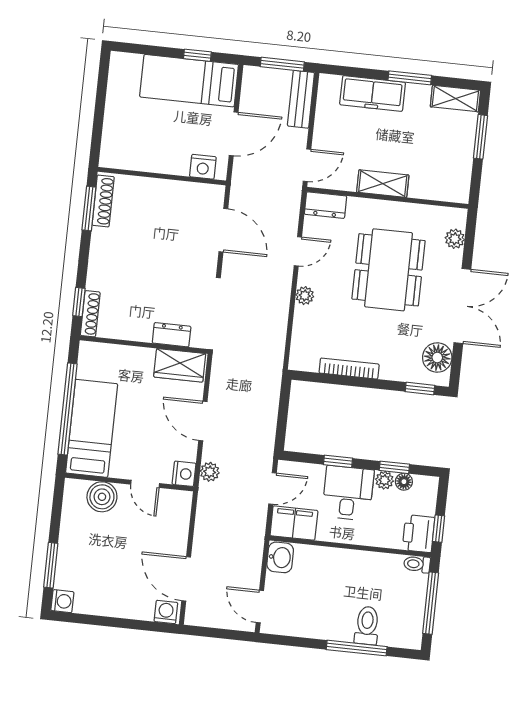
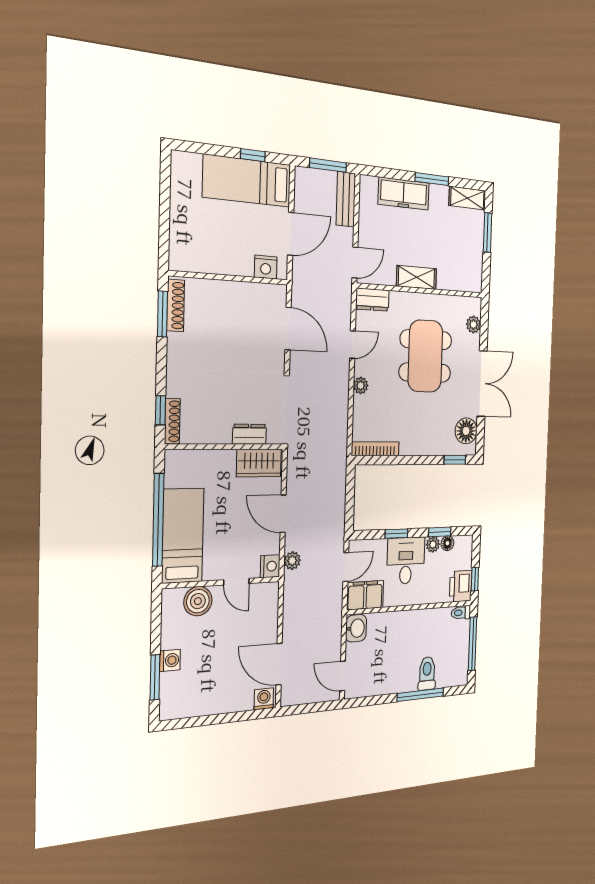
bookcase: (349, 369) -> (375, 449), moved
washing machine: (62, 601) -> (170, 660), moved

